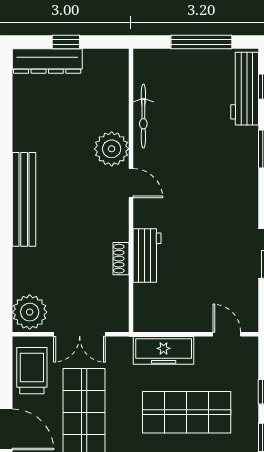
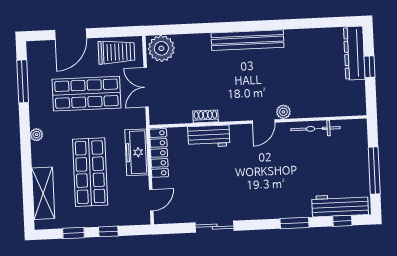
plant: (112, 149) -> (283, 112), width x0.53, depth x0.53
locker: (166, 321) -> (159, 153), added

